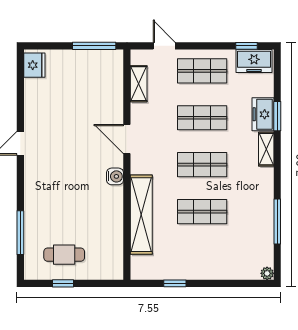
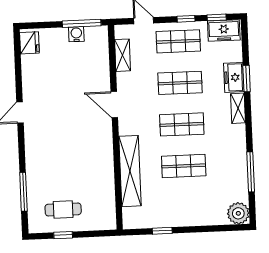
window: (212, 46) -> (186, 19), added
water cooler: (115, 176) -> (76, 34), moved, turned -90
plant: (267, 273) -> (238, 213), width x1.88, depth x1.88

